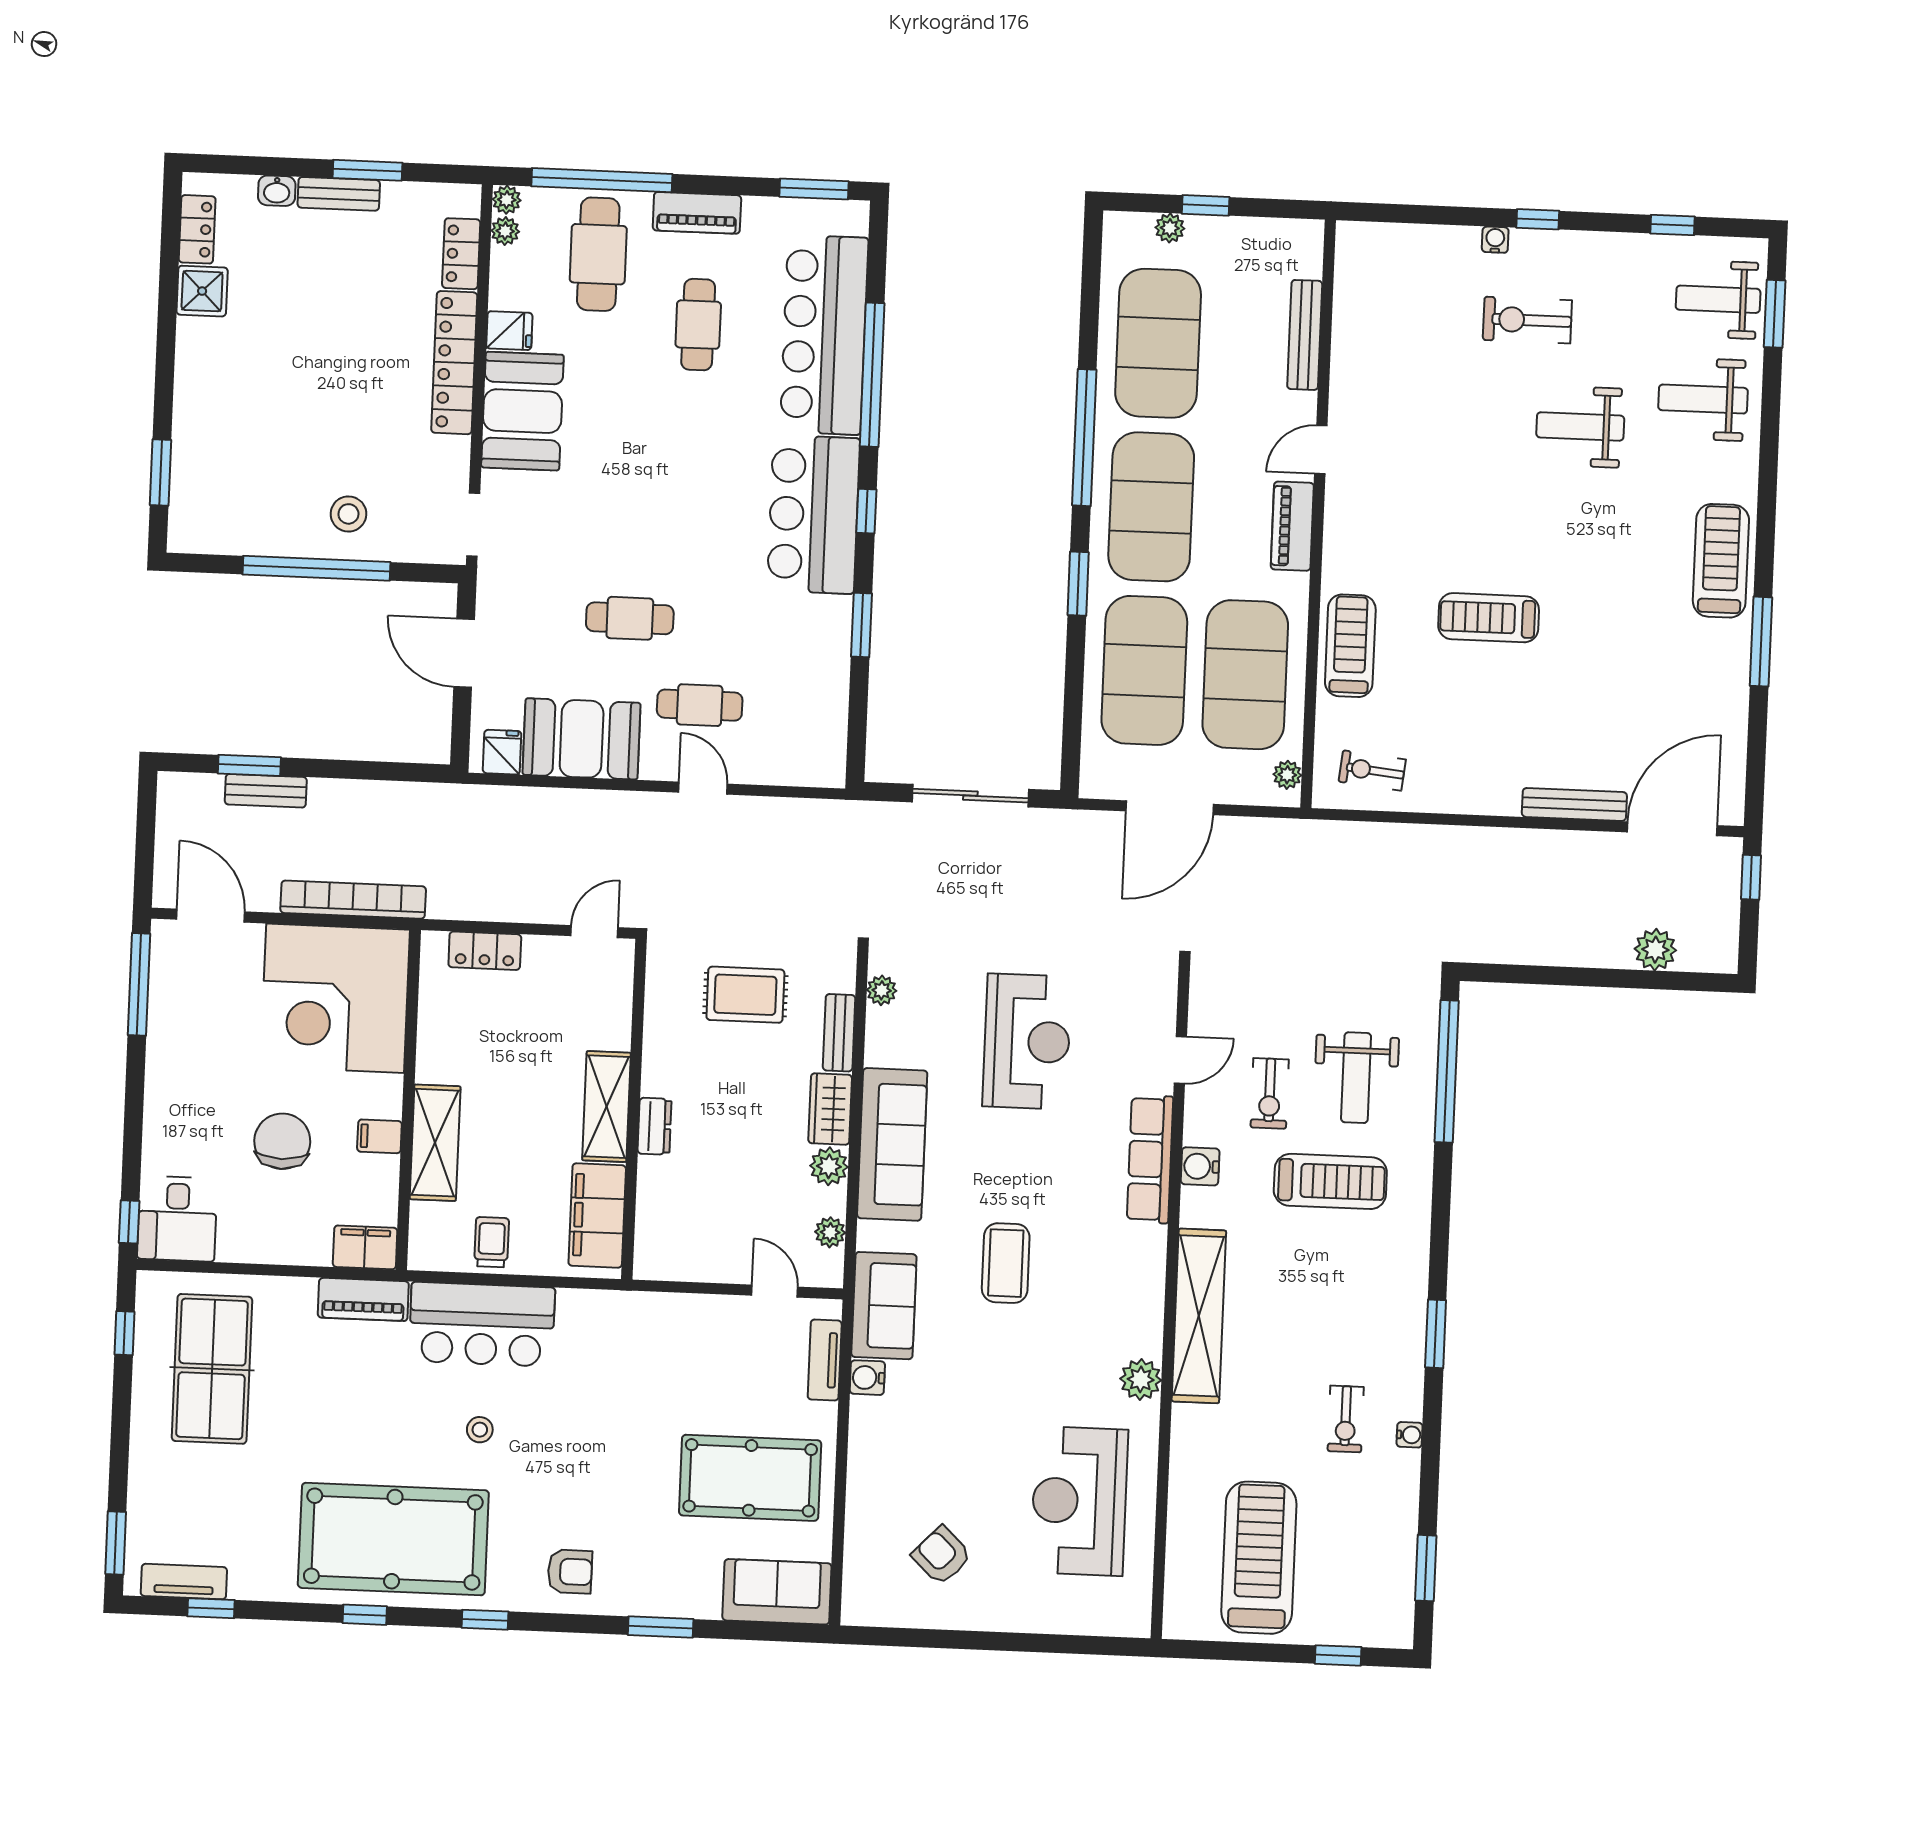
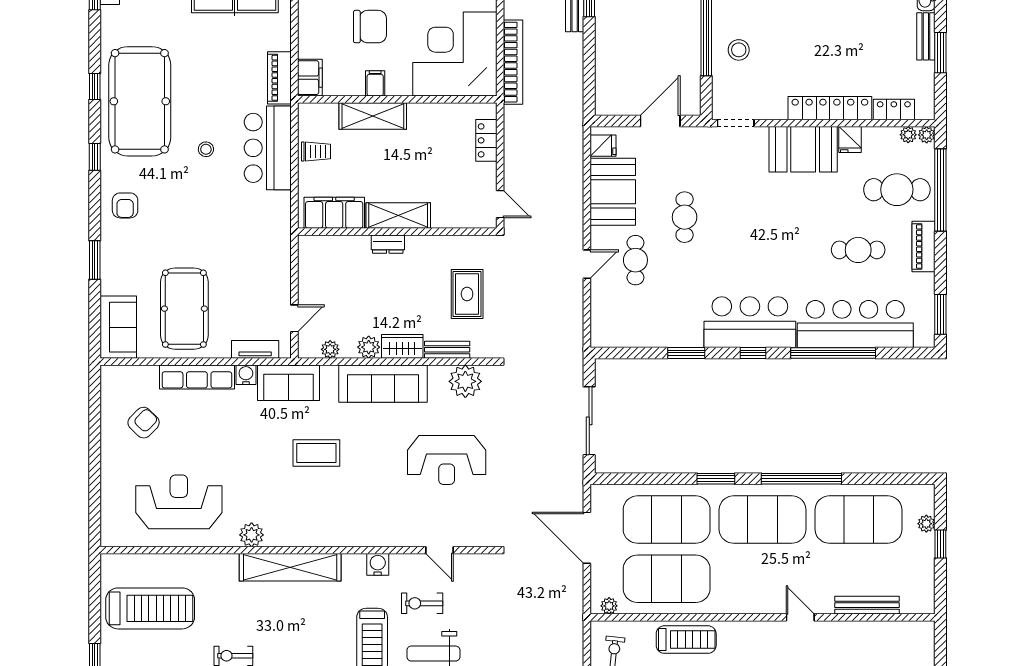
piano: (1292, 526) -> (755, 603), removed
plant: (882, 990) -> (465, 381), width x1.87, depth x1.87
row of seats: (1150, 1159) -> (197, 377), moved, turned 180

